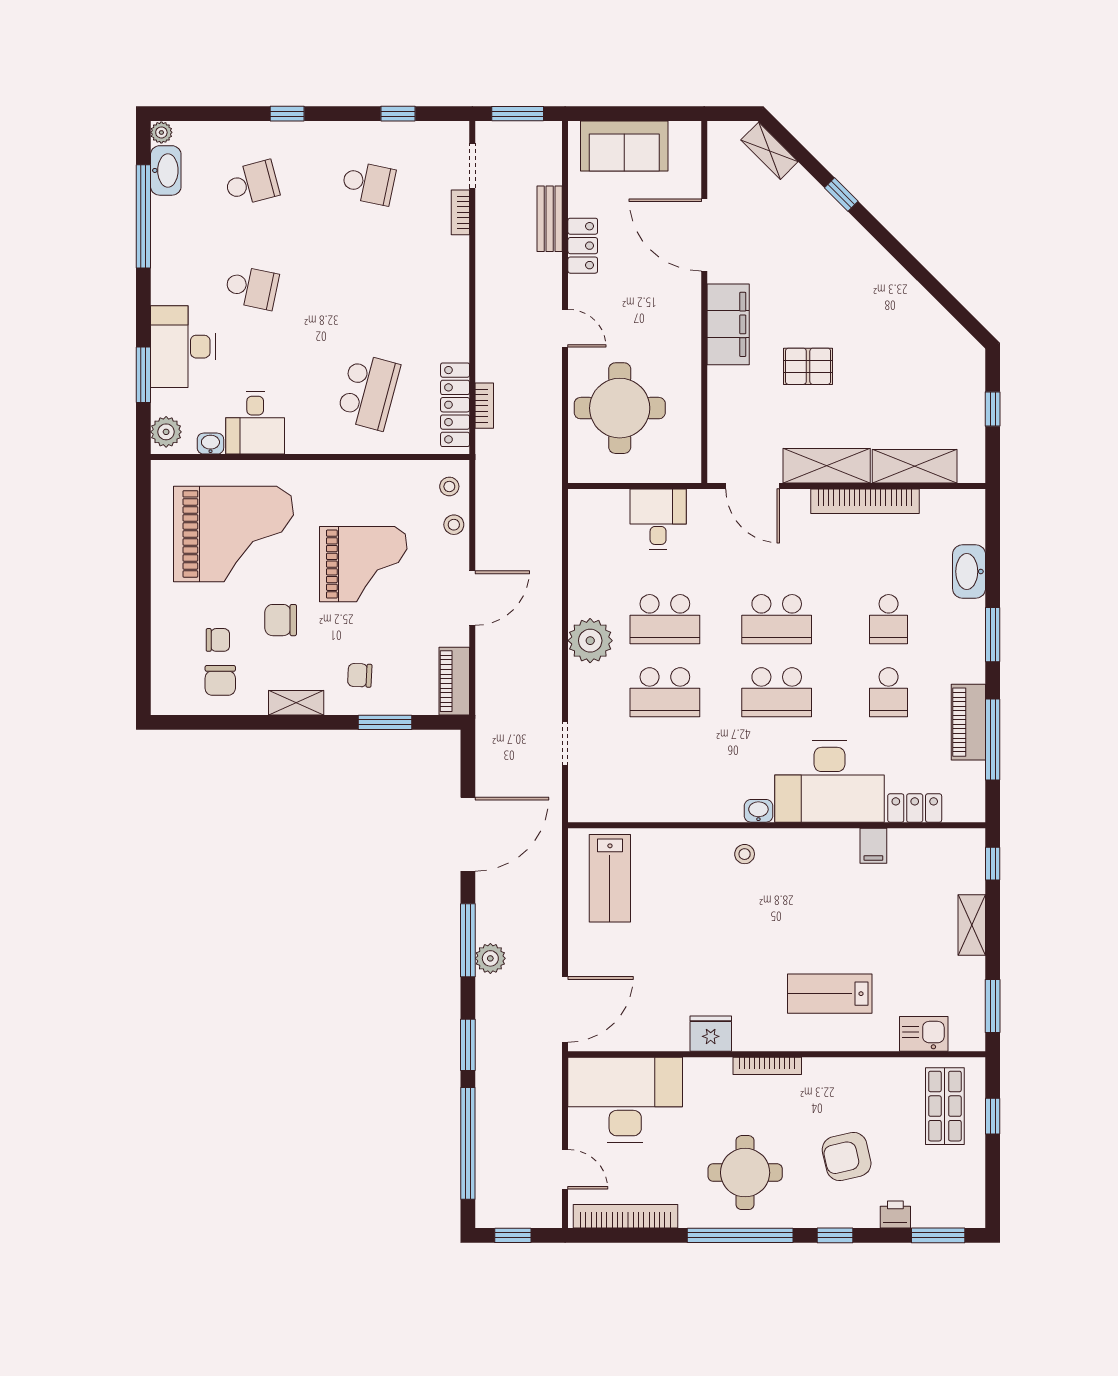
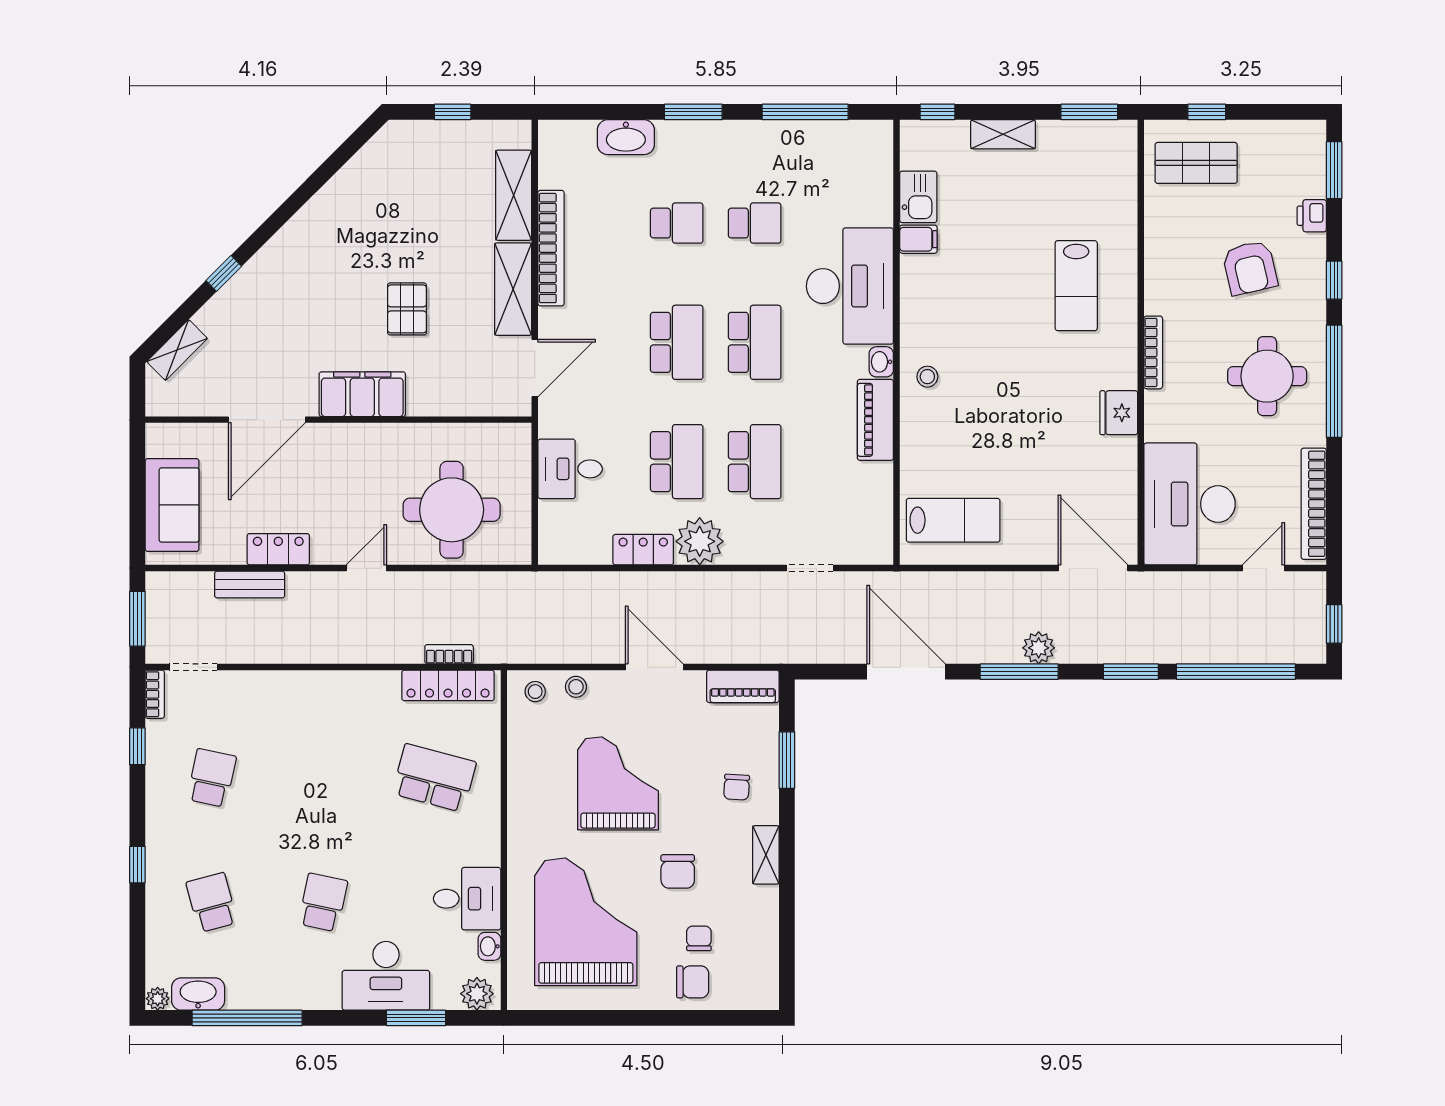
bookcase: (460, 212) -> (155, 694), moved, turned -90
chair: (220, 680) -> (693, 982), moved
piano: (968, 722) -> (875, 420), moved, turned 90
locker: (915, 808) -> (643, 550), moved, turned 90
kitchen sink: (924, 1034) -> (918, 197), moved, turned 180

